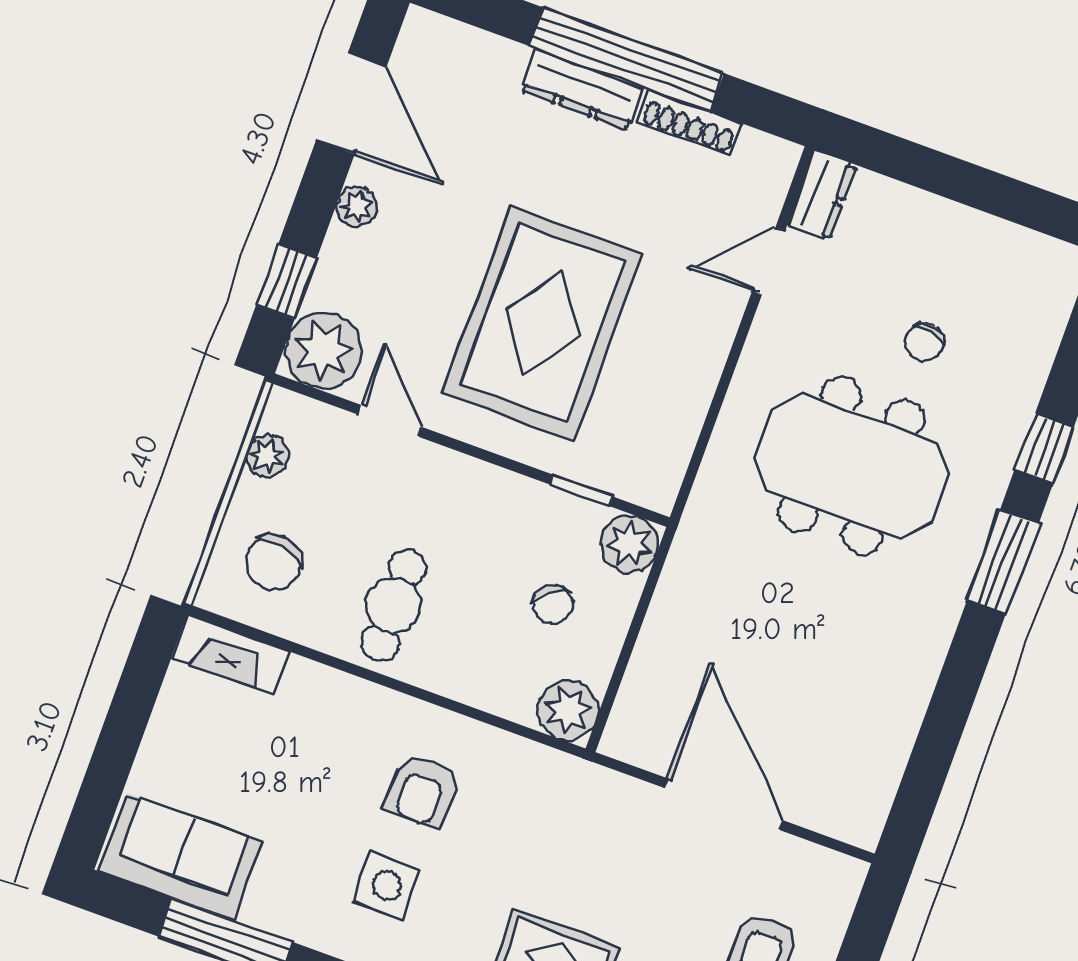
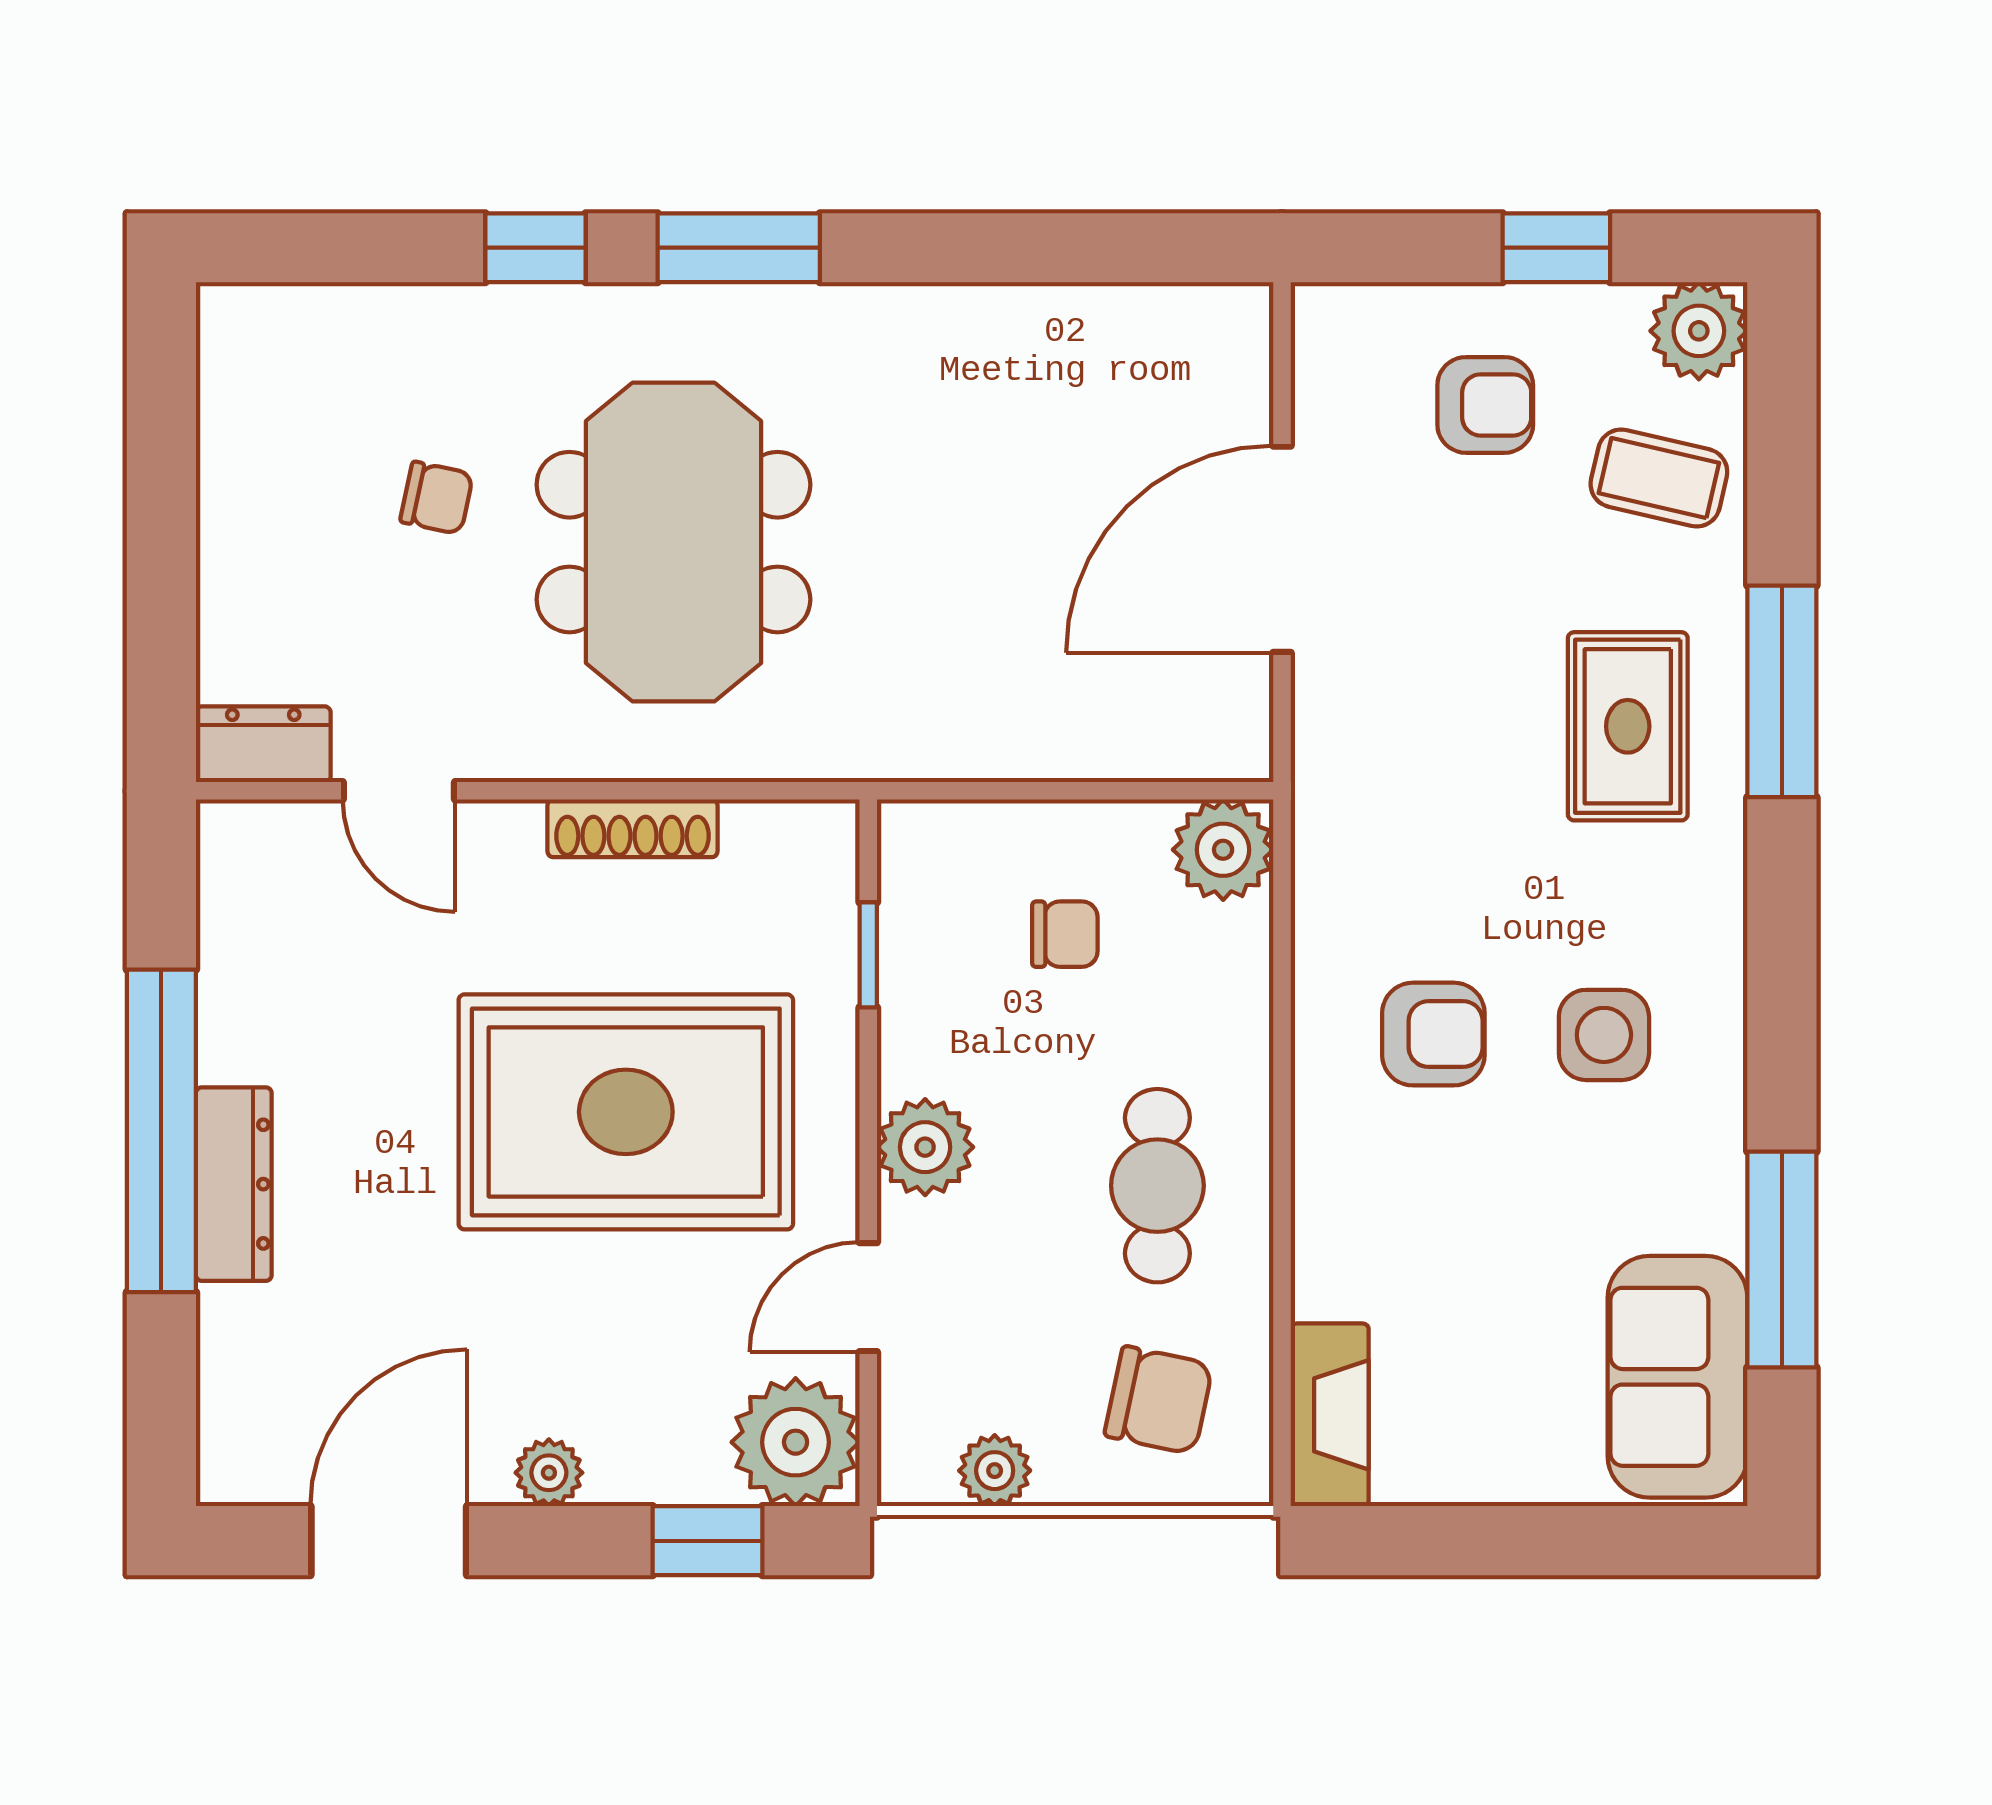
shoe rack: (689, 123) -> (633, 828), moved, turned 90
plant: (630, 544) -> (925, 1147), moved
cafe table: (393, 605) -> (1157, 1186), turned 90
chair: (553, 605) -> (1065, 934), turned 38

